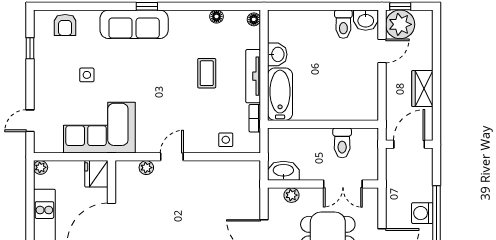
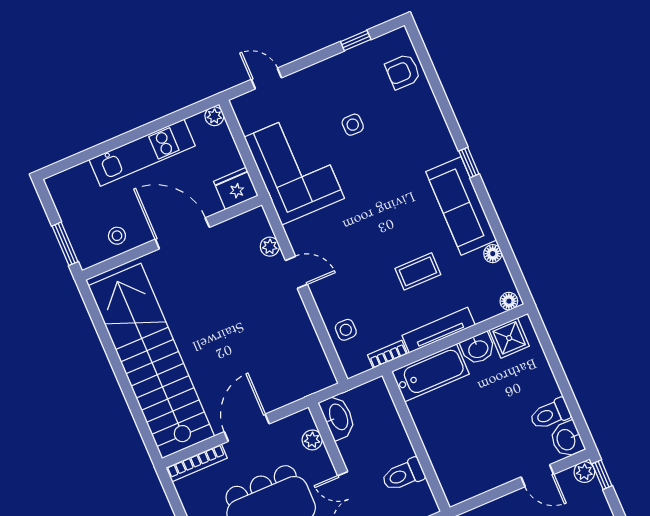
sofa: (134, 24) -> (461, 206), moved
plant: (400, 24) -> (584, 472), width x0.53, depth x0.53
shower: (279, 30) -> (509, 338), added

